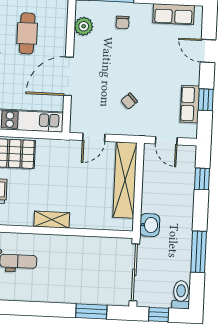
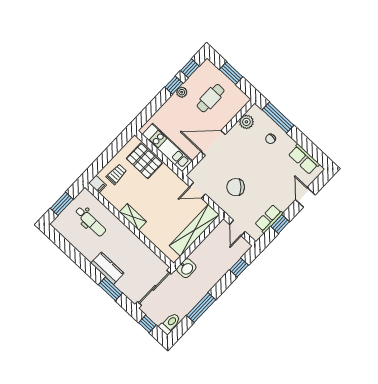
chair: (129, 101) -> (236, 187), width x1.87, depth x1.87
kitchen counter: (70, 293) -> (107, 268), added

